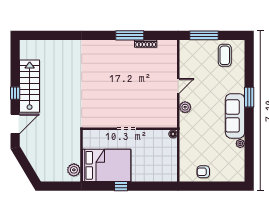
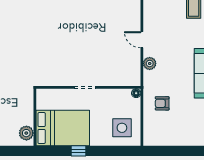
door: (178, 86) -> (142, 40), swing flipped
side table: (160, 165) -> (122, 128), added
armchair: (203, 172) -> (162, 103), moved

